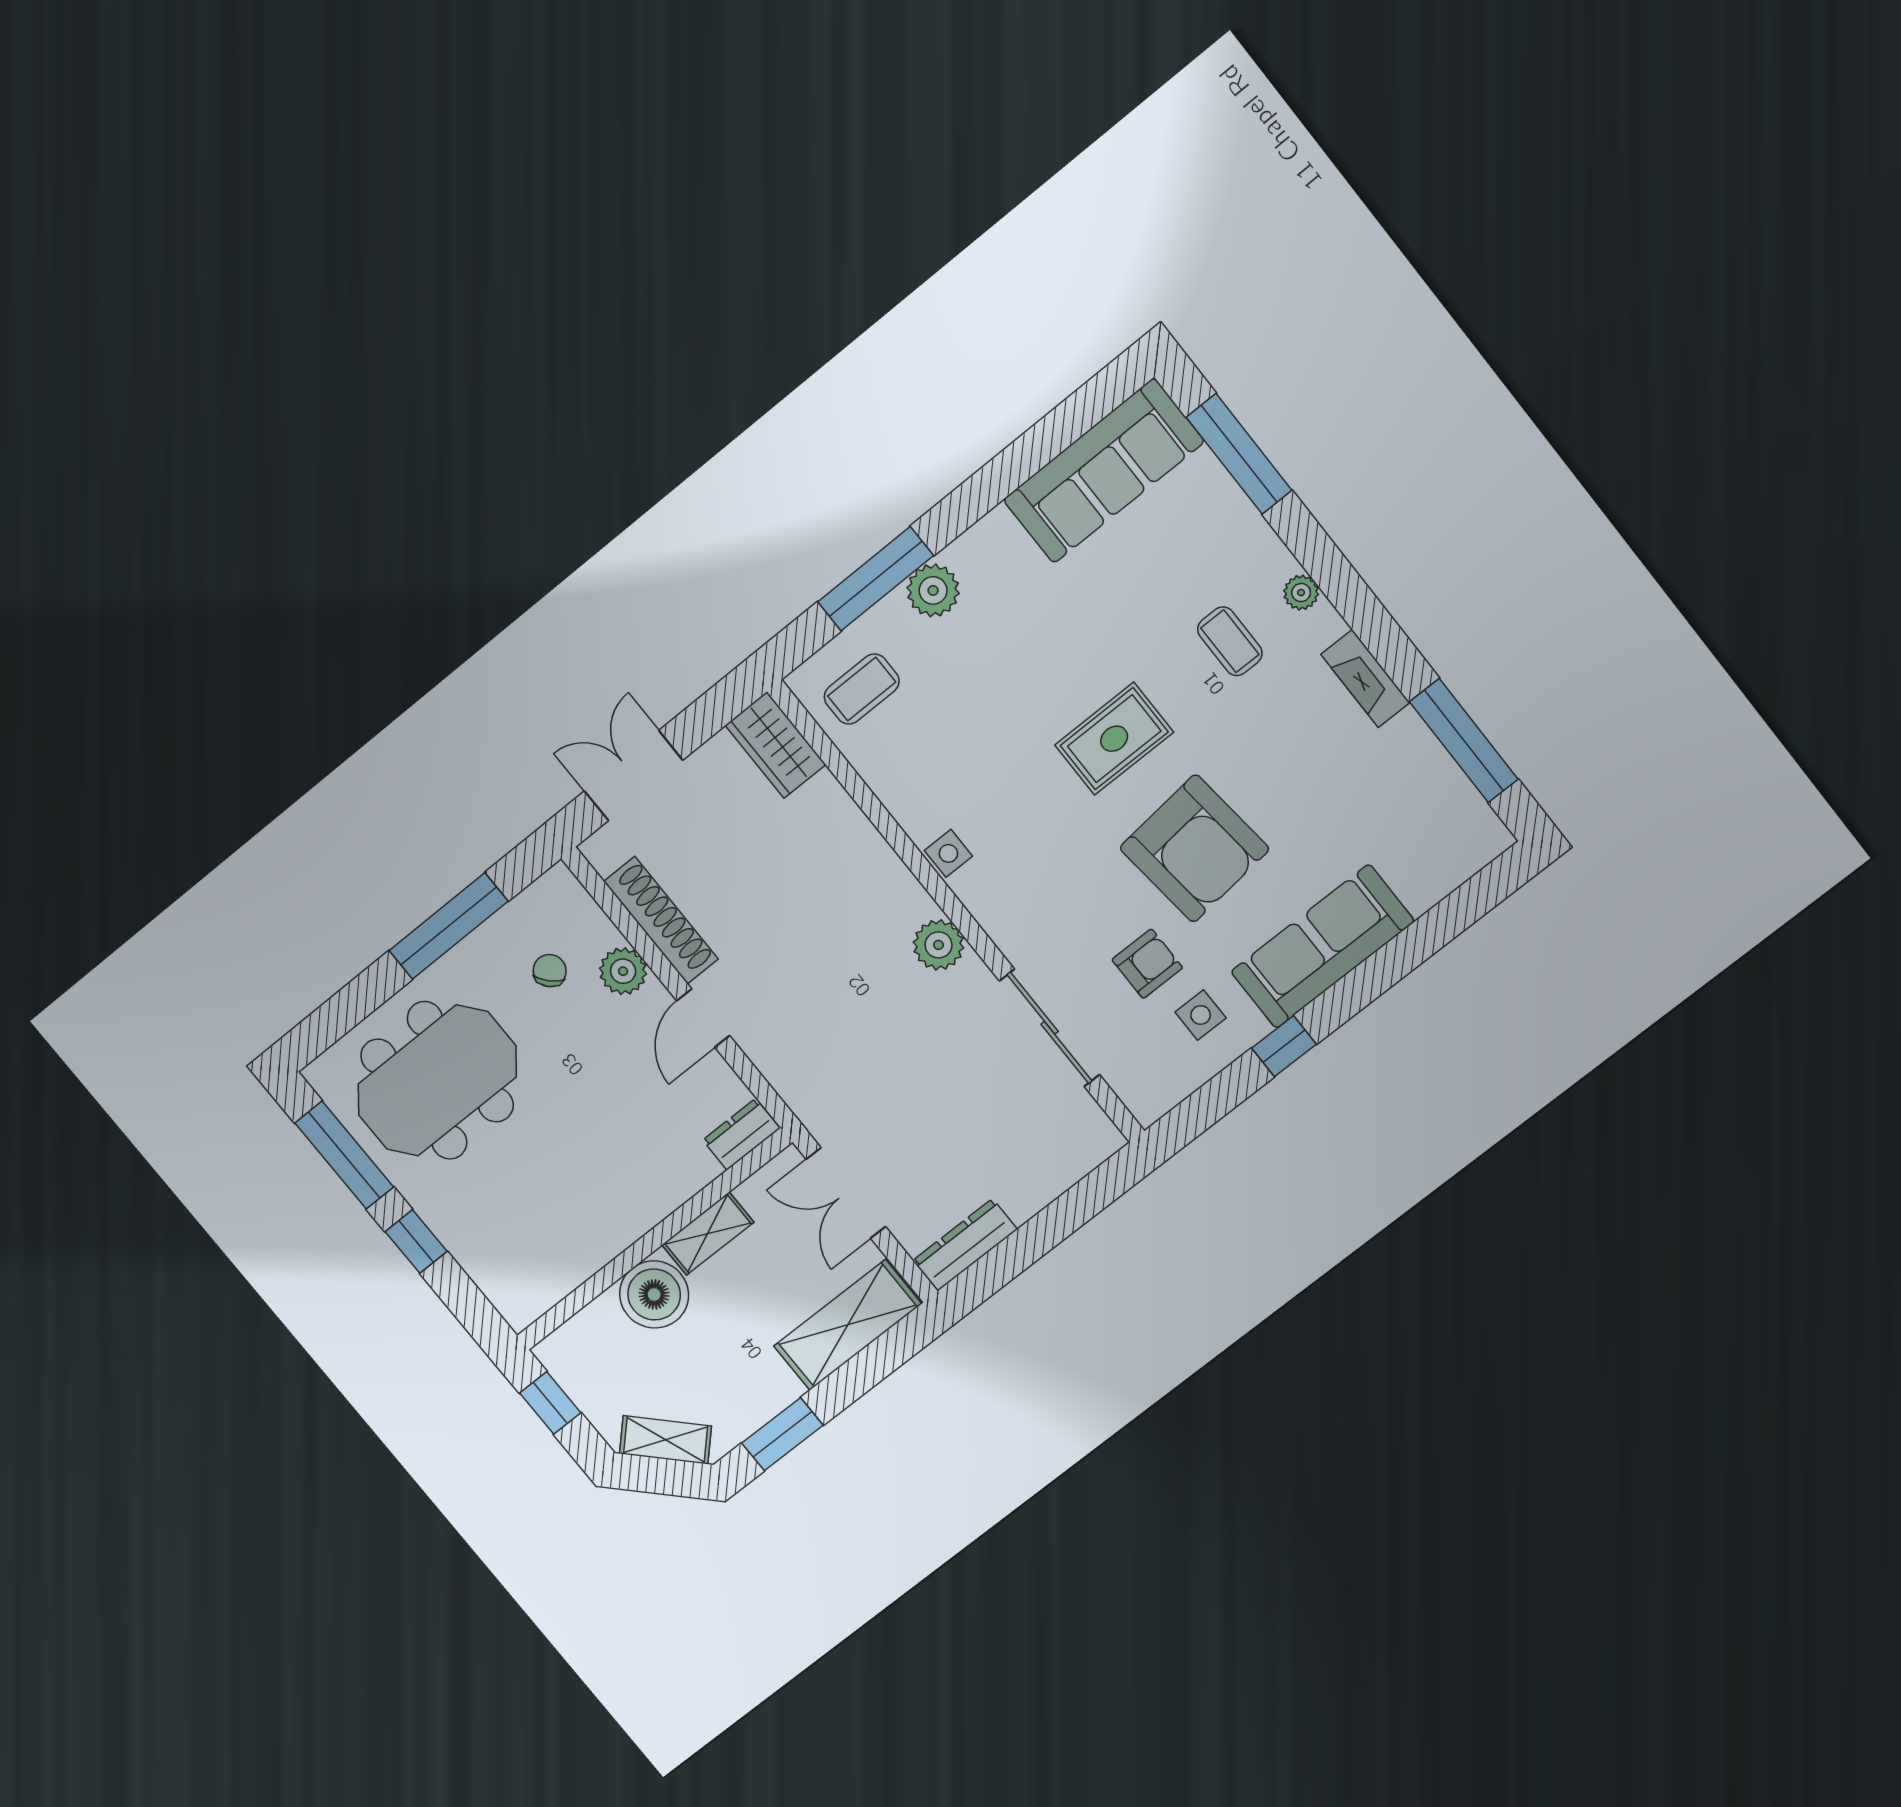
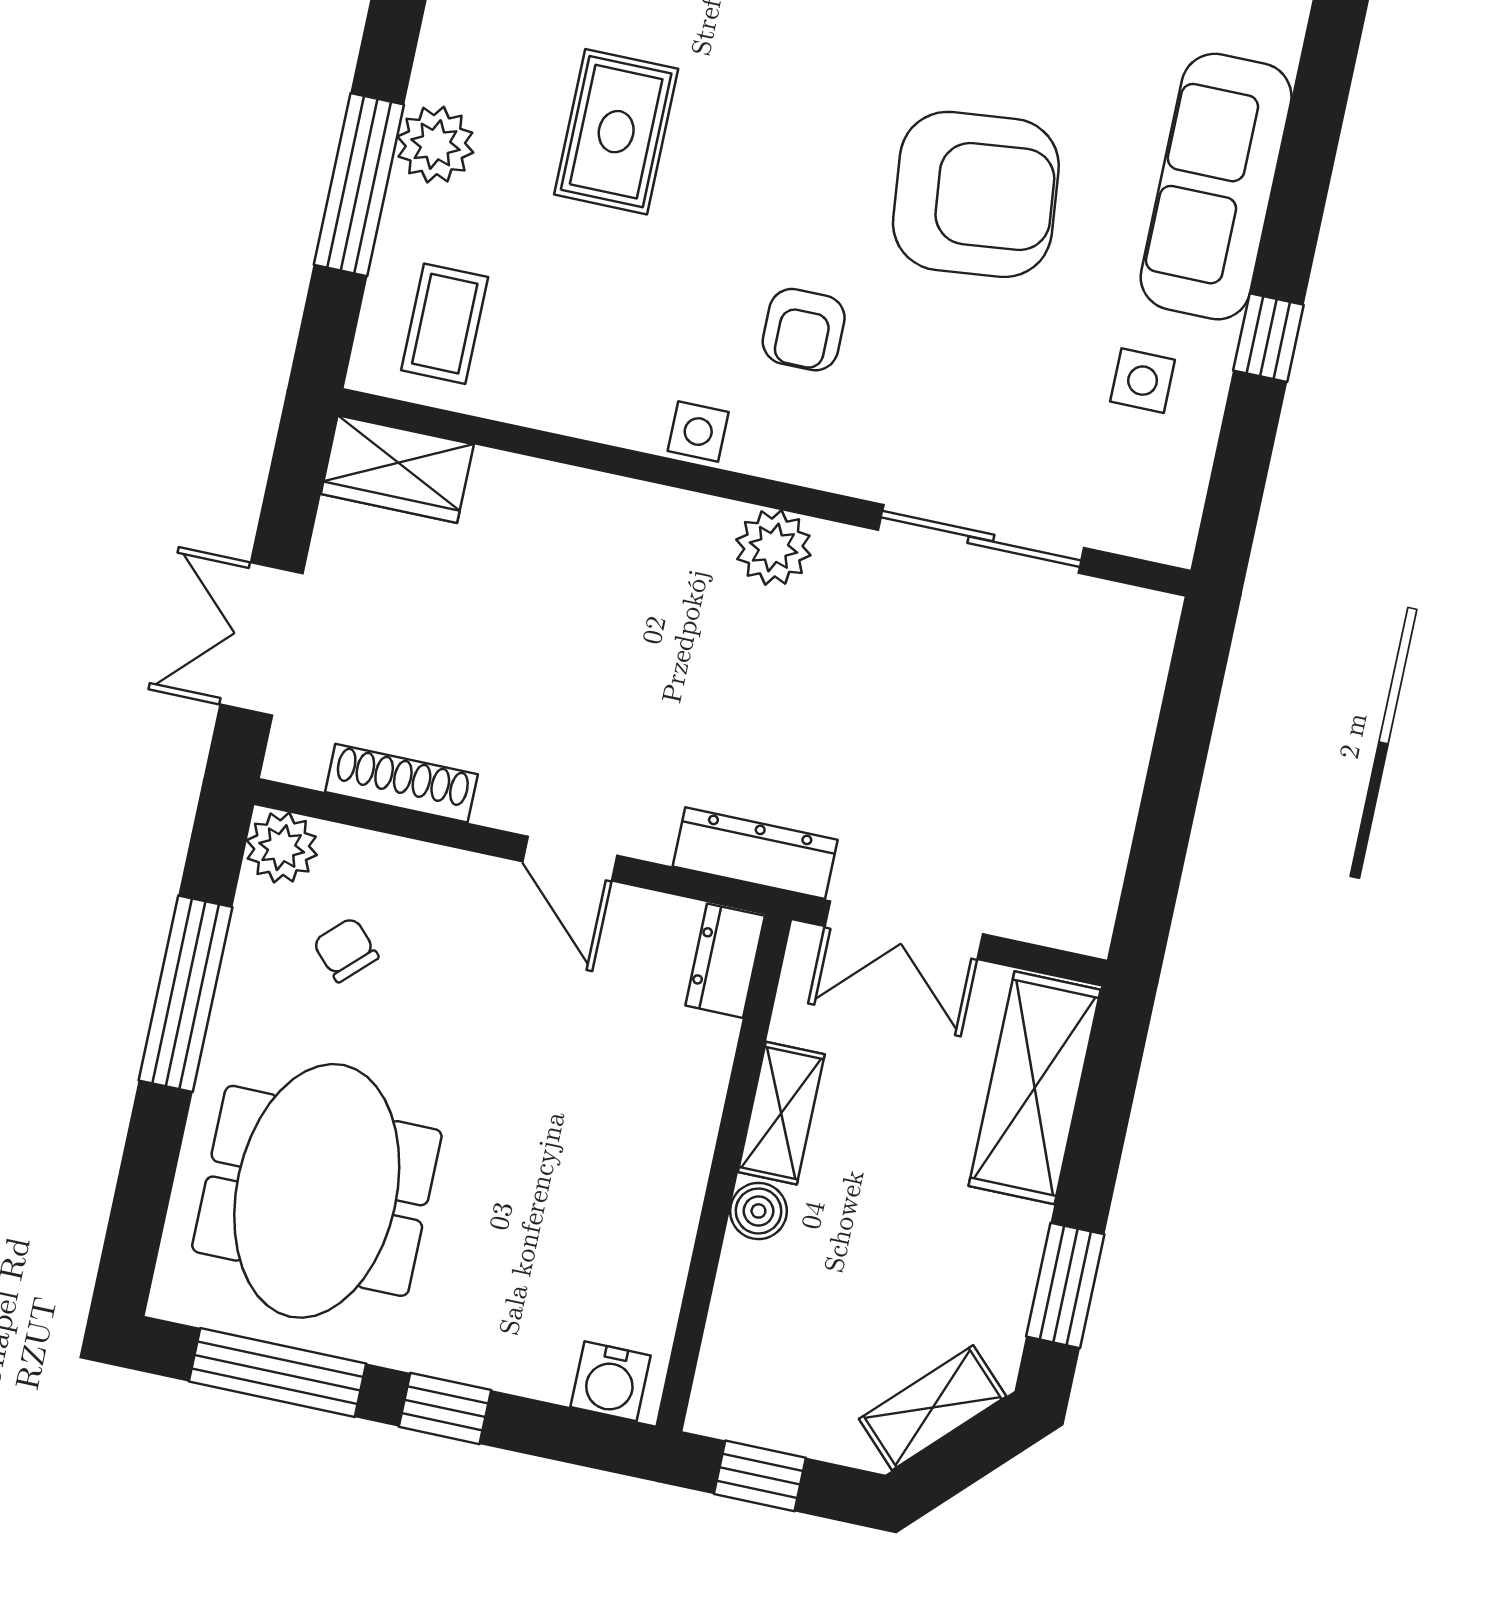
rug: (1114, 739) -> (616, 132), moved
shoe rack: (661, 920) -> (401, 783), width x0.74, depth x0.81
armchair: (1147, 964) -> (804, 330), moved, turned 180
plant: (623, 971) -> (282, 848), moved
dresser: (965, 1245) -> (755, 853), moved, turned 90
boiler: (654, 1294) -> (758, 1211), width x0.54, depth x0.54
water cooler: (512, 1296) -> (610, 1381), added

